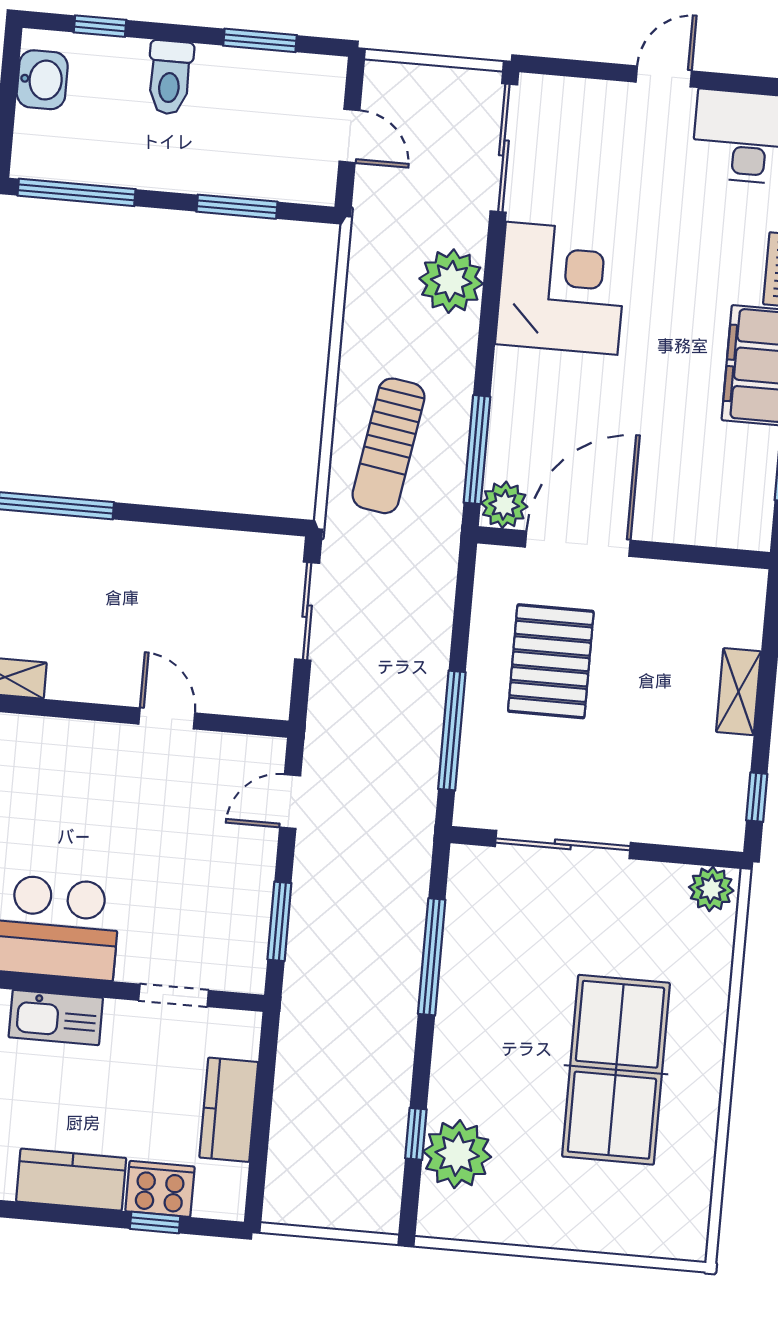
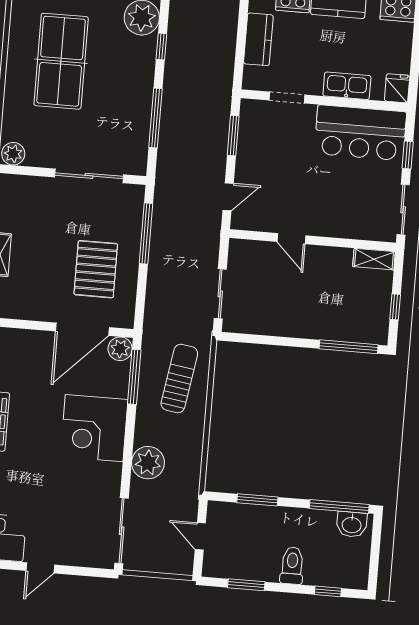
washbasin: (42, 80) -> (352, 524), moved, turned -90
corner desk: (562, 288) -> (94, 428), moved
window: (416, 1134) -> (161, 47), moved

